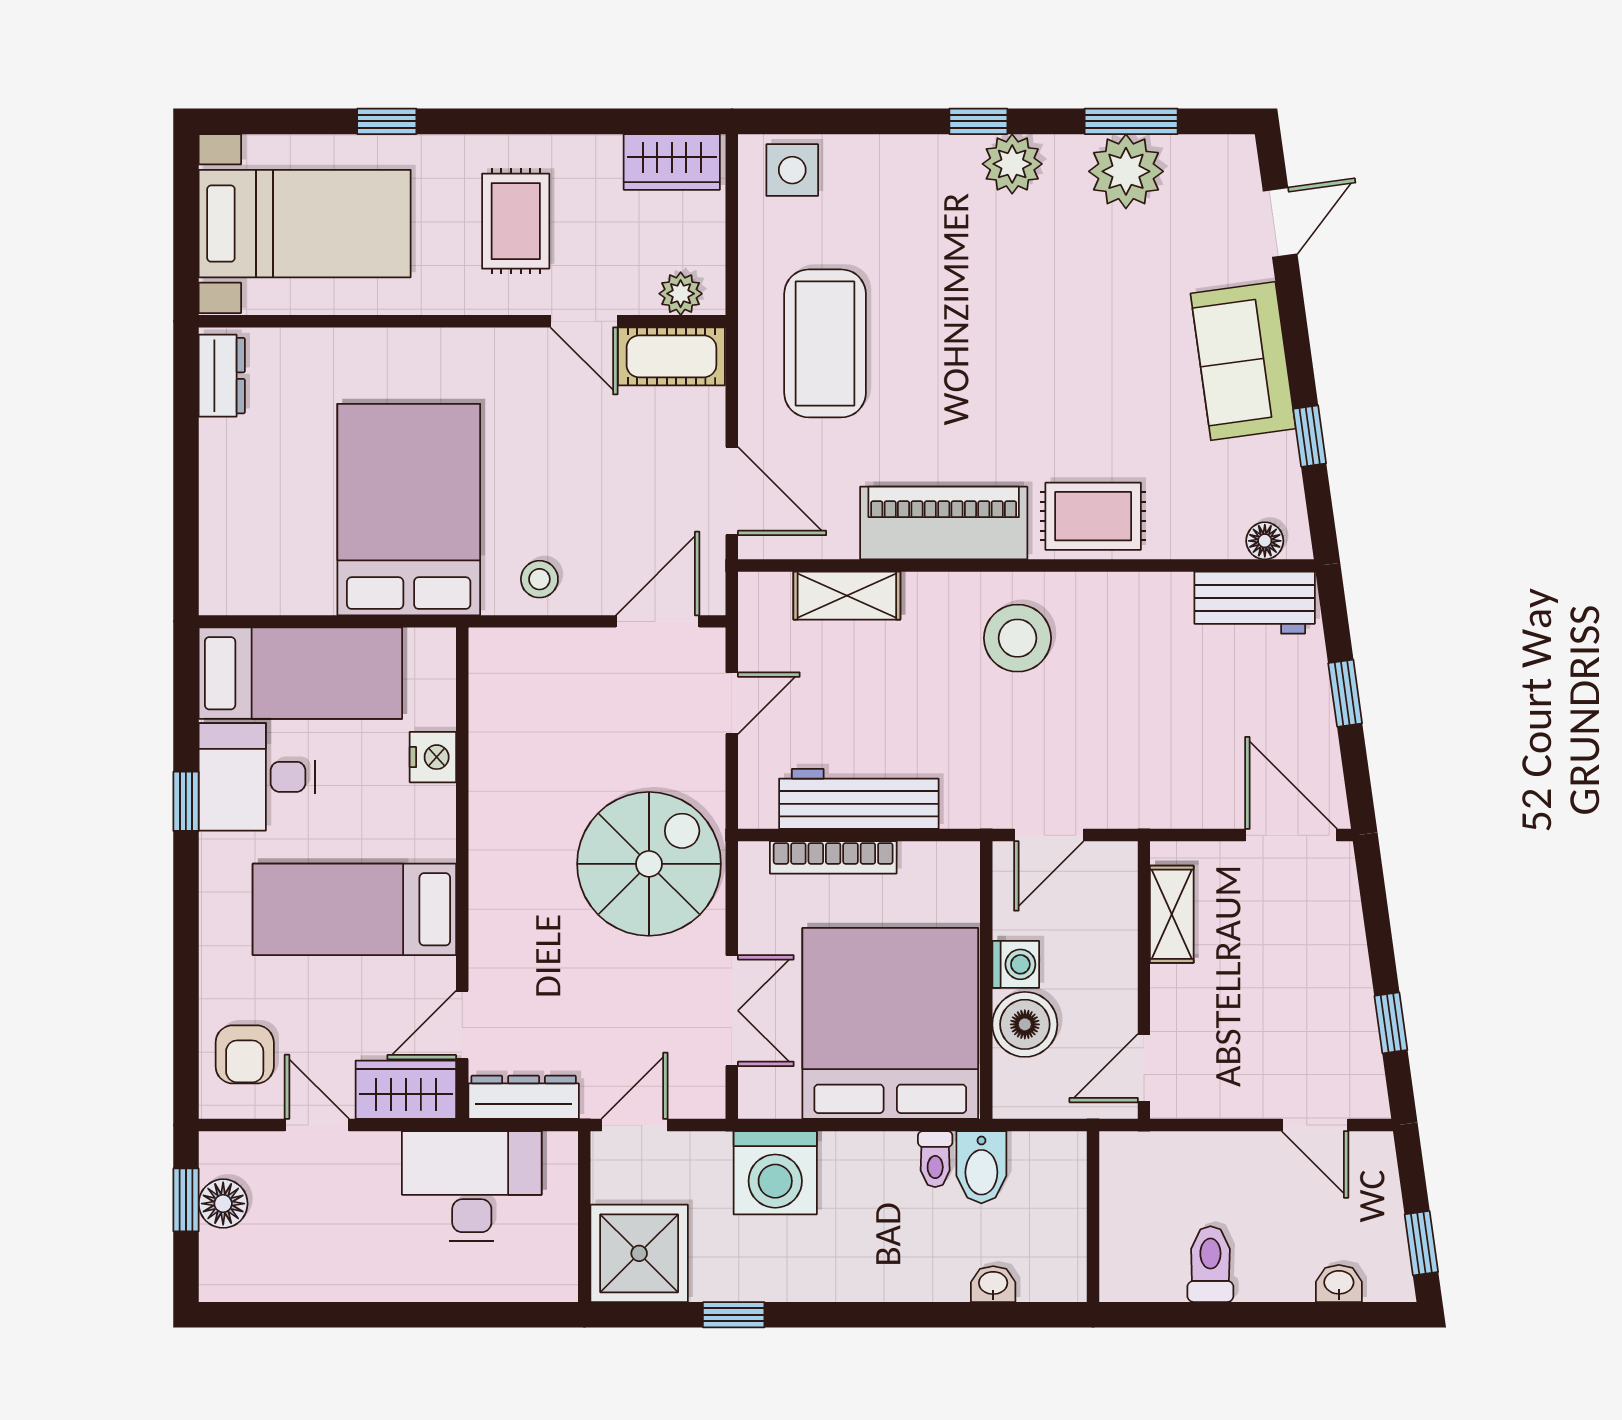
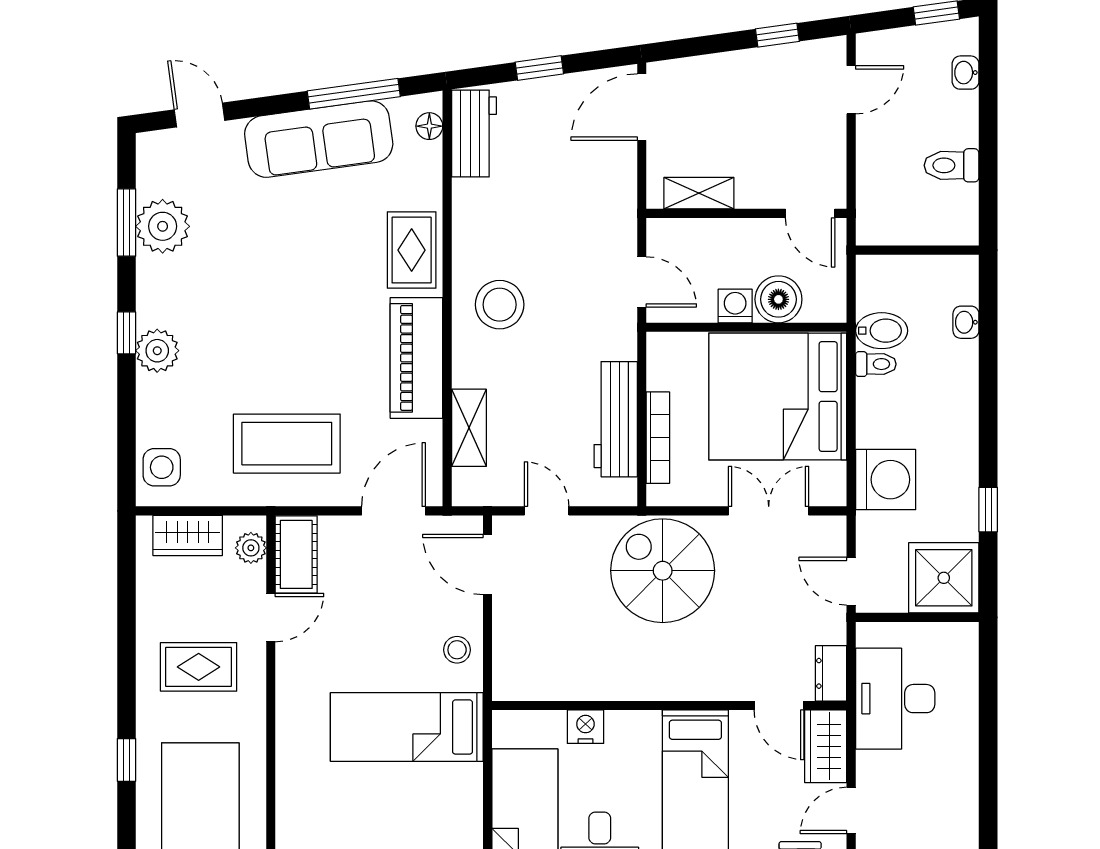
wardrobe: (672, 162) -> (188, 535), moved, turned 90
plant: (1012, 164) -> (157, 351), moved
sofa: (1243, 361) -> (319, 139), width x1.36
window: (1310, 436) -> (354, 94), width x2.17
bed: (409, 510) -> (407, 727), width x0.67
dresser: (524, 1097) -> (831, 673), width x0.70

